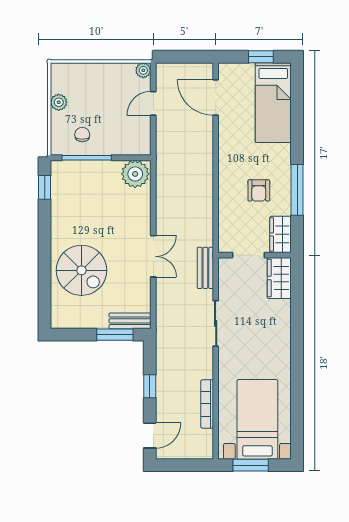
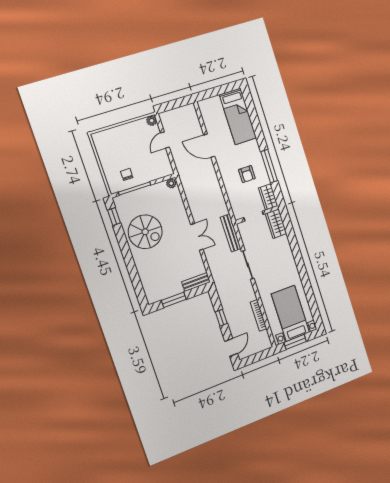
window: (261, 57) -> (221, 90), removed
door: (216, 97) -> (209, 146), moved
plant: (59, 102) -> (104, 158), removed
plant: (135, 174) -> (171, 183), width x0.53, depth x0.53
bench: (205, 268) -> (231, 233), width x1.36
spiral stairs: (82, 270) -> (145, 232), moved
window: (115, 335) -> (174, 300), moved

